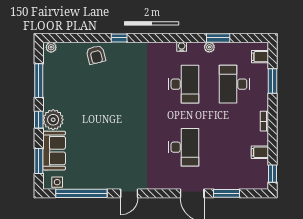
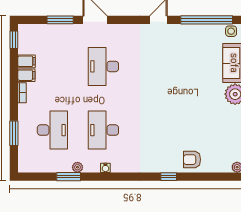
armchair: (96, 55) -> (192, 160), turned -76
filing cabinet: (260, 57) -> (26, 75), moved

